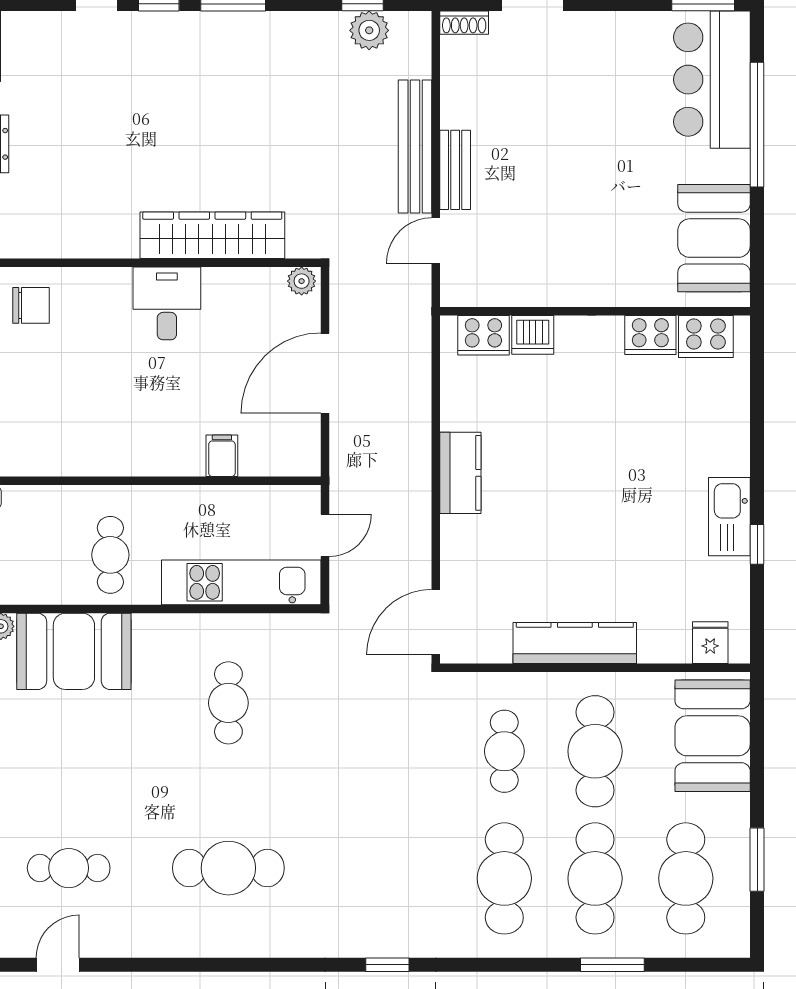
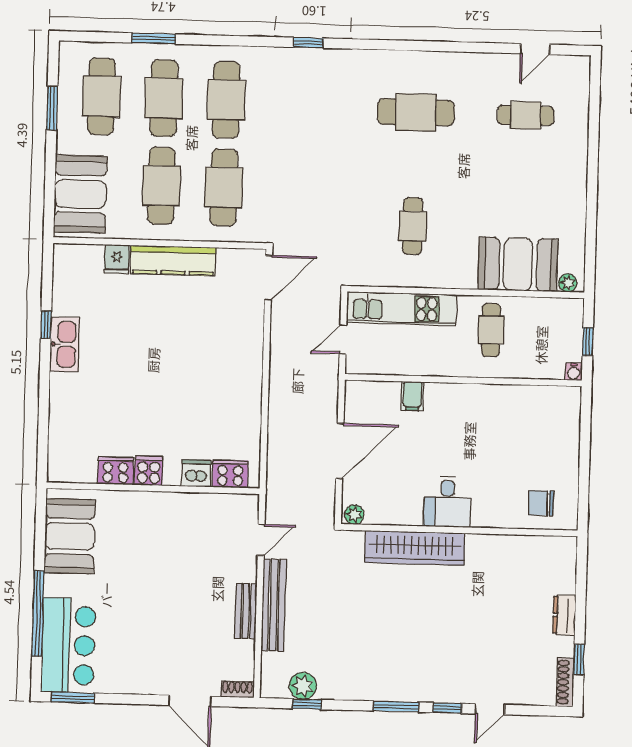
bench: (455, 170) -> (246, 611), moved
cooker: (706, 337) -> (149, 471), moved, width x0.73
kitchen counter: (460, 473) -> (249, 380), removed
fridge: (710, 643) -> (117, 259), moved
cafe table: (504, 751) -> (224, 187), width x1.37, depth x1.35

